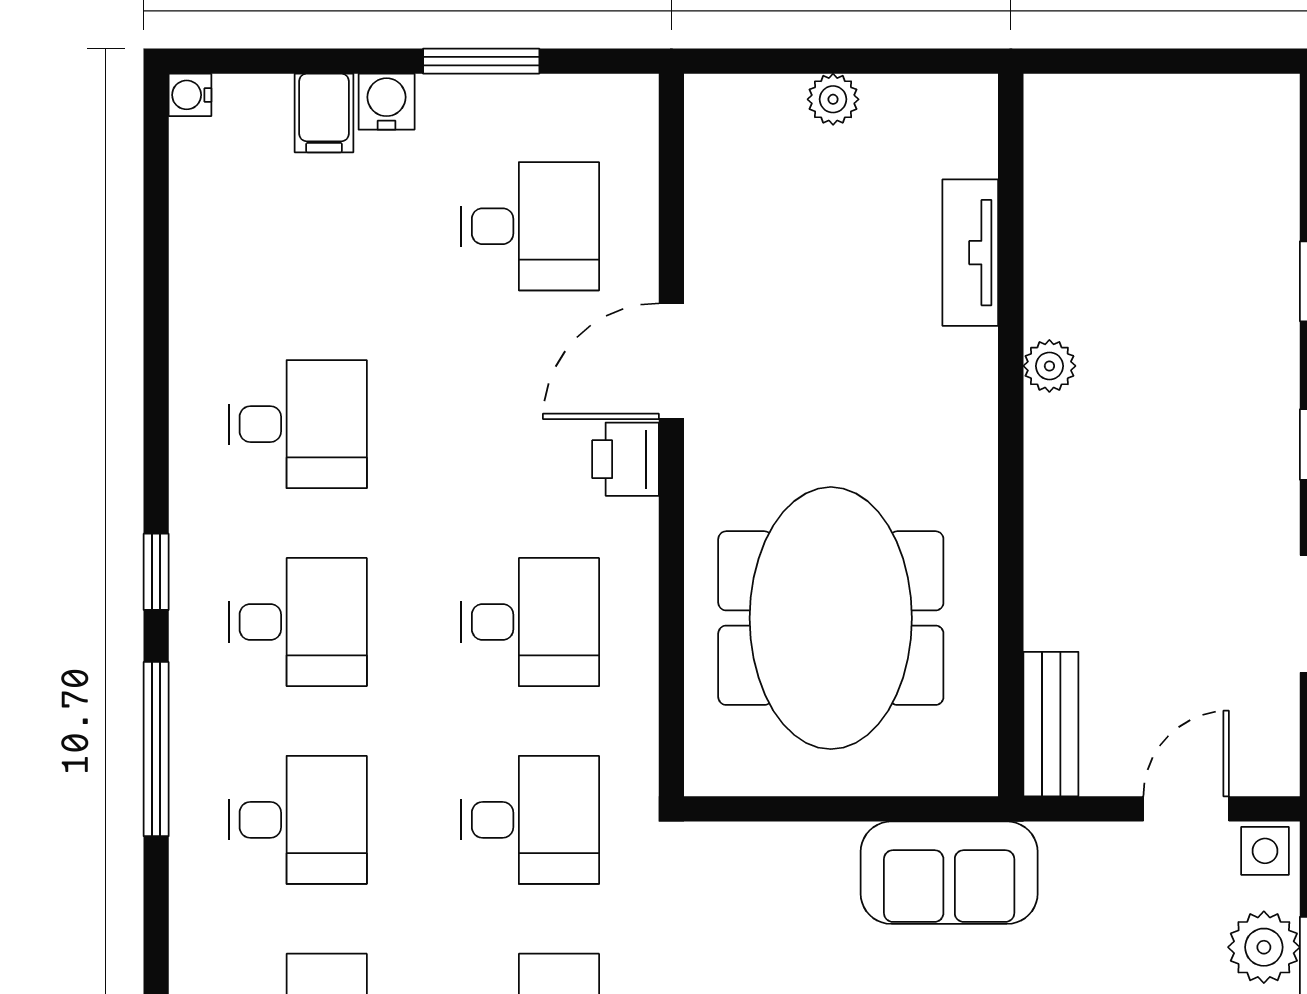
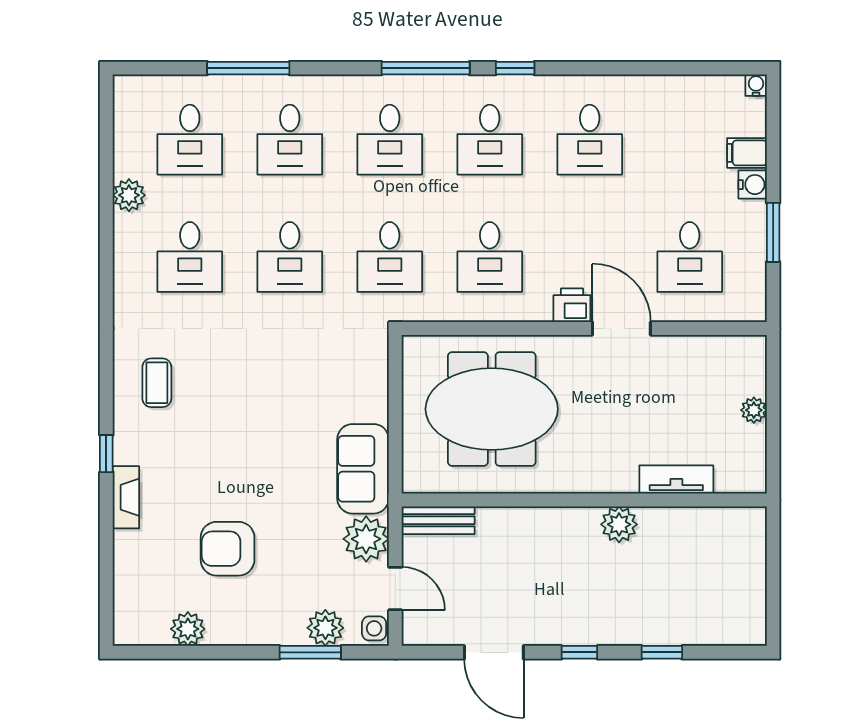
plant: (1049, 366) -> (619, 524), width x1.38, depth x1.38
plant: (1088, 867) -> (366, 539), added

